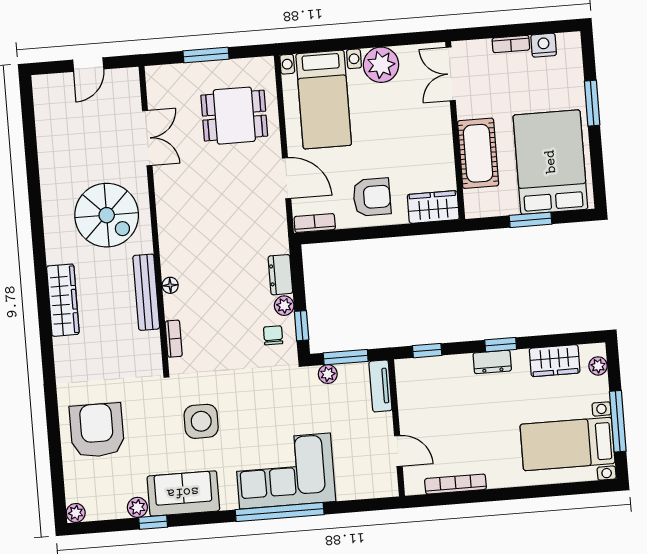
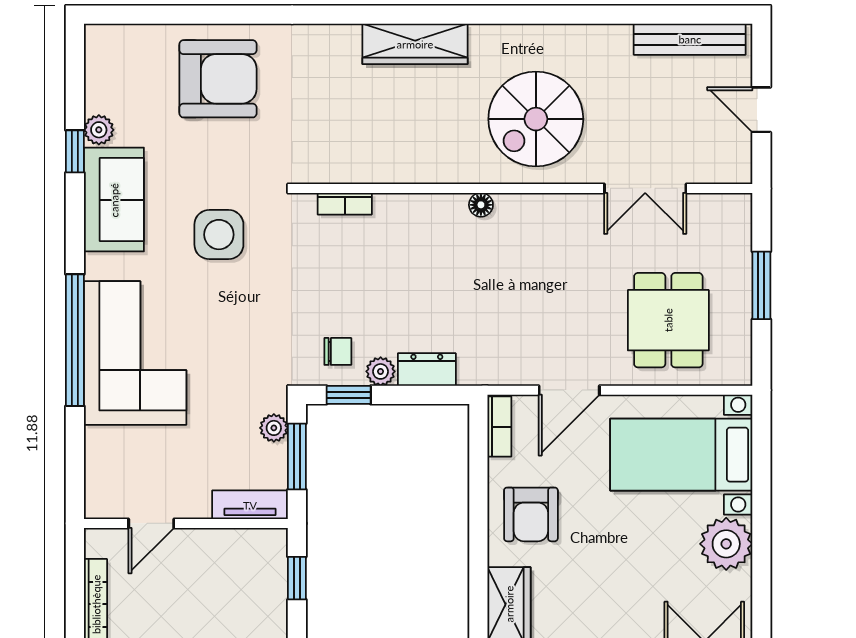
floor lamp: (170, 285) -> (481, 205), moved
bench: (146, 292) -> (690, 39), moved
plant: (76, 513) -> (98, 38), removed

